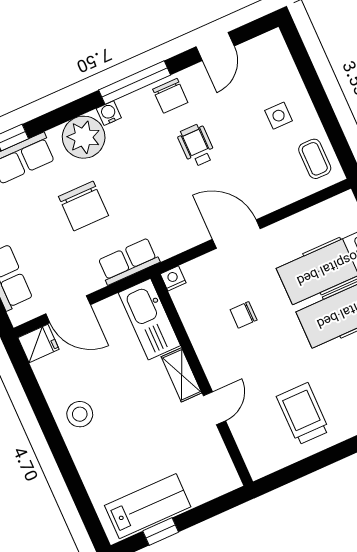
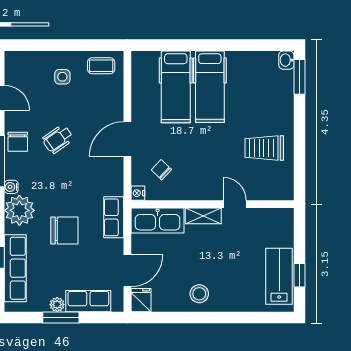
chair: (170, 96) -> (18, 142), turned 90
wheelchair: (196, 145) -> (58, 139), turned -35
chair: (244, 315) -> (161, 170), moved, turned 134

